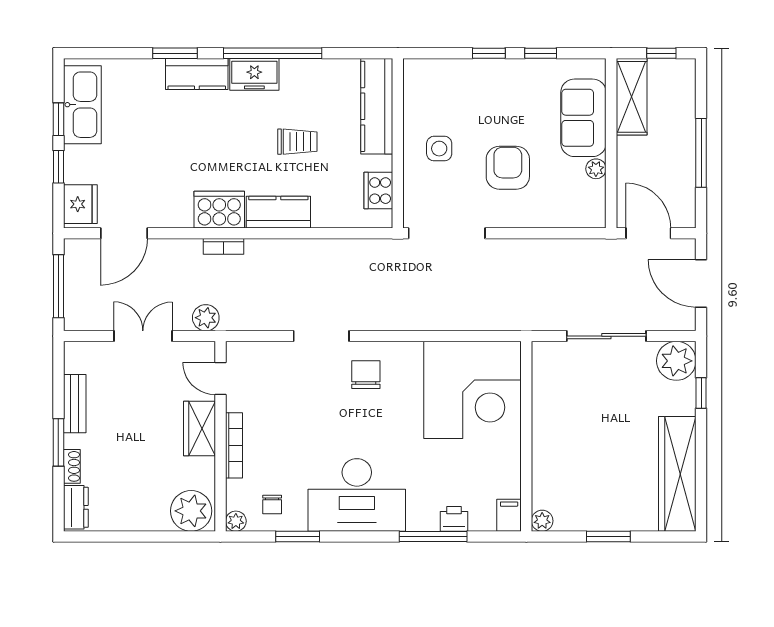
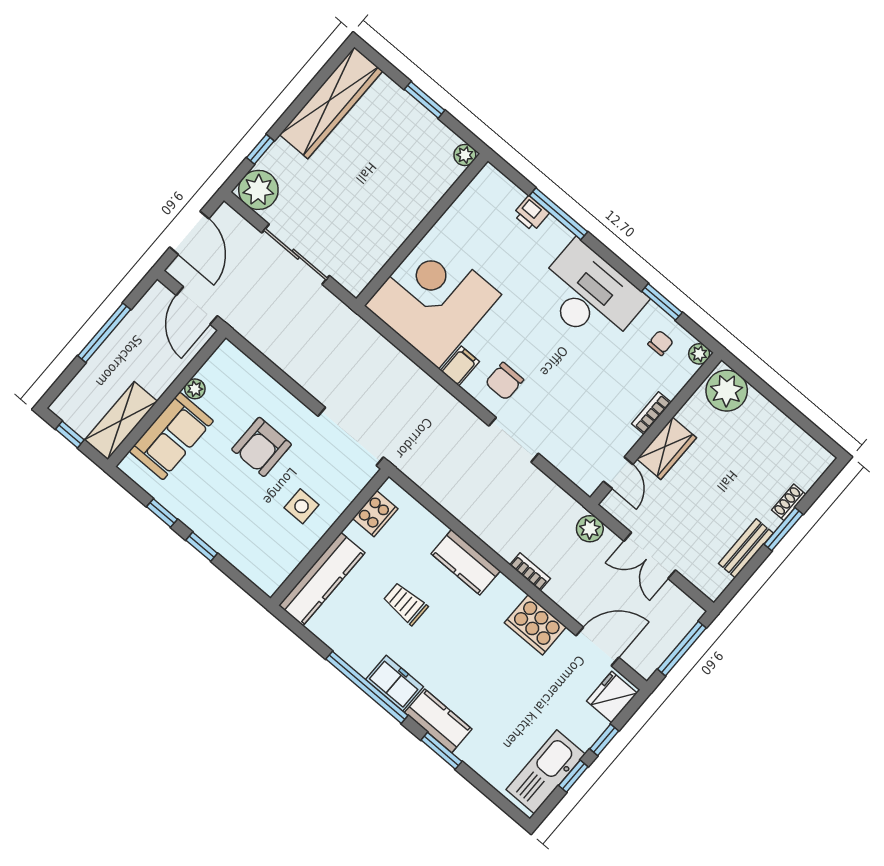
cooker: (219, 210) -> (535, 625), moved
bookcase: (234, 445) -> (651, 413), width x0.64
dresser: (76, 507) -> (812, 468), removed
filing cabinet: (509, 515) -> (460, 366), moved, turned 180

